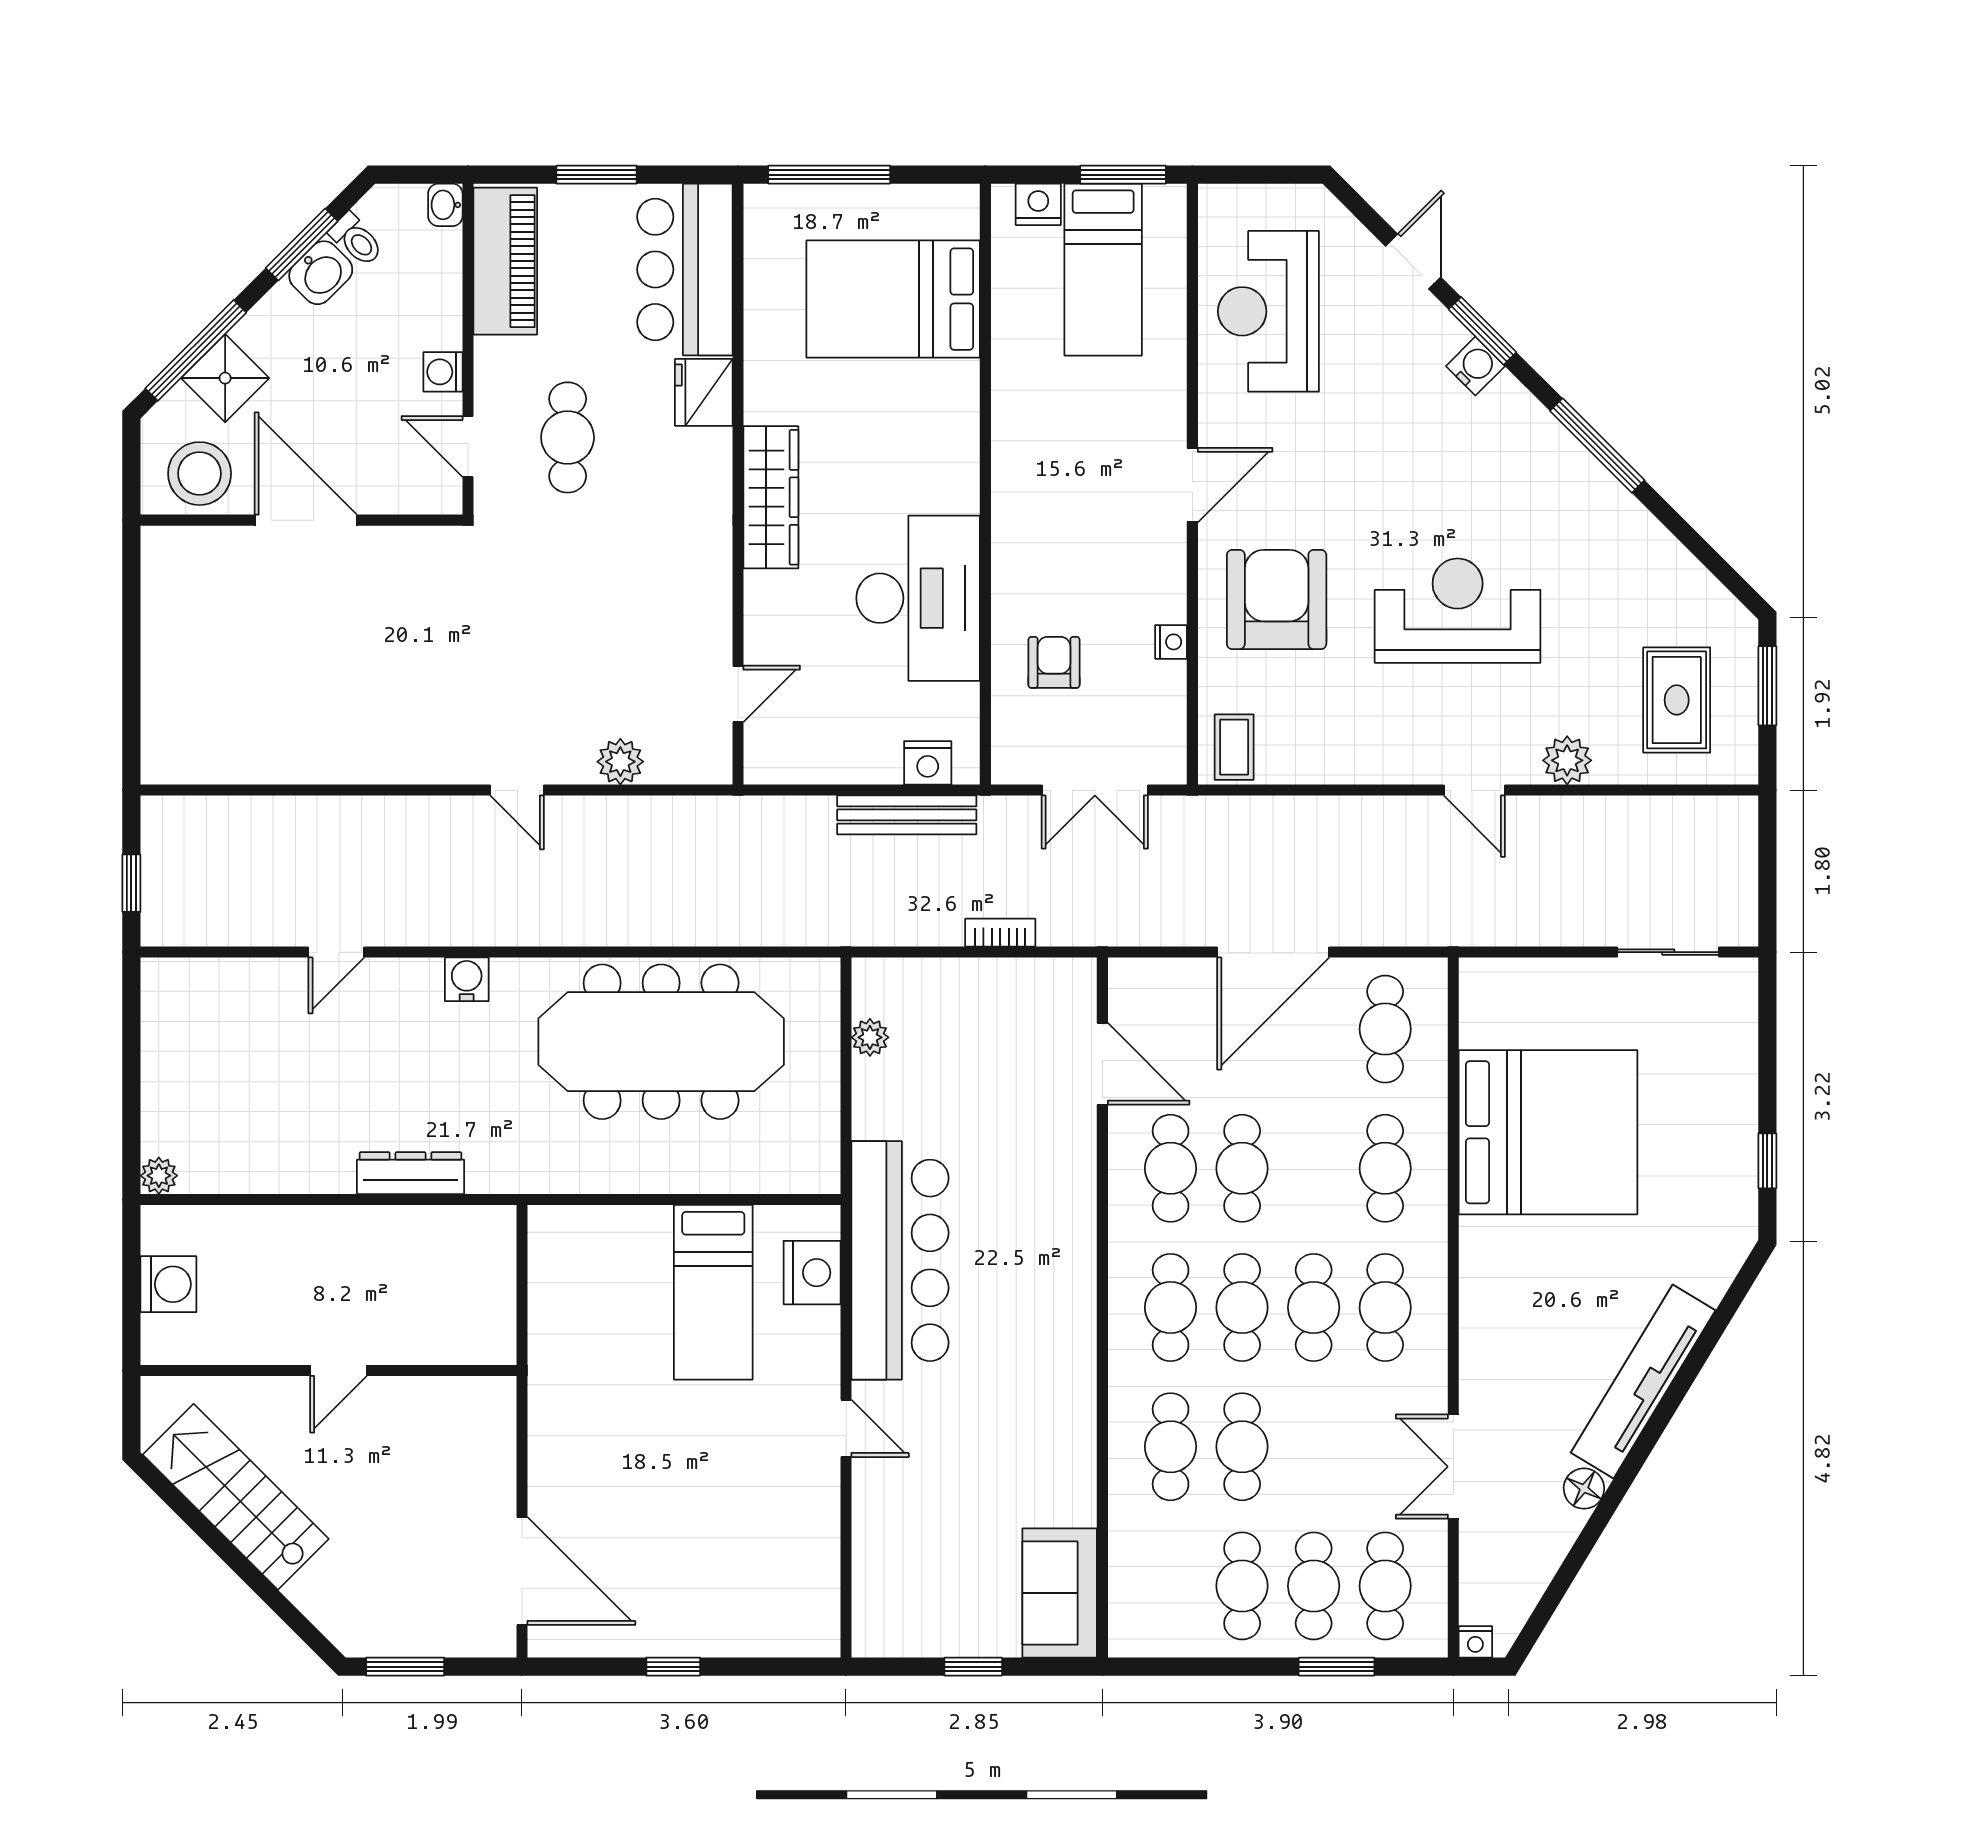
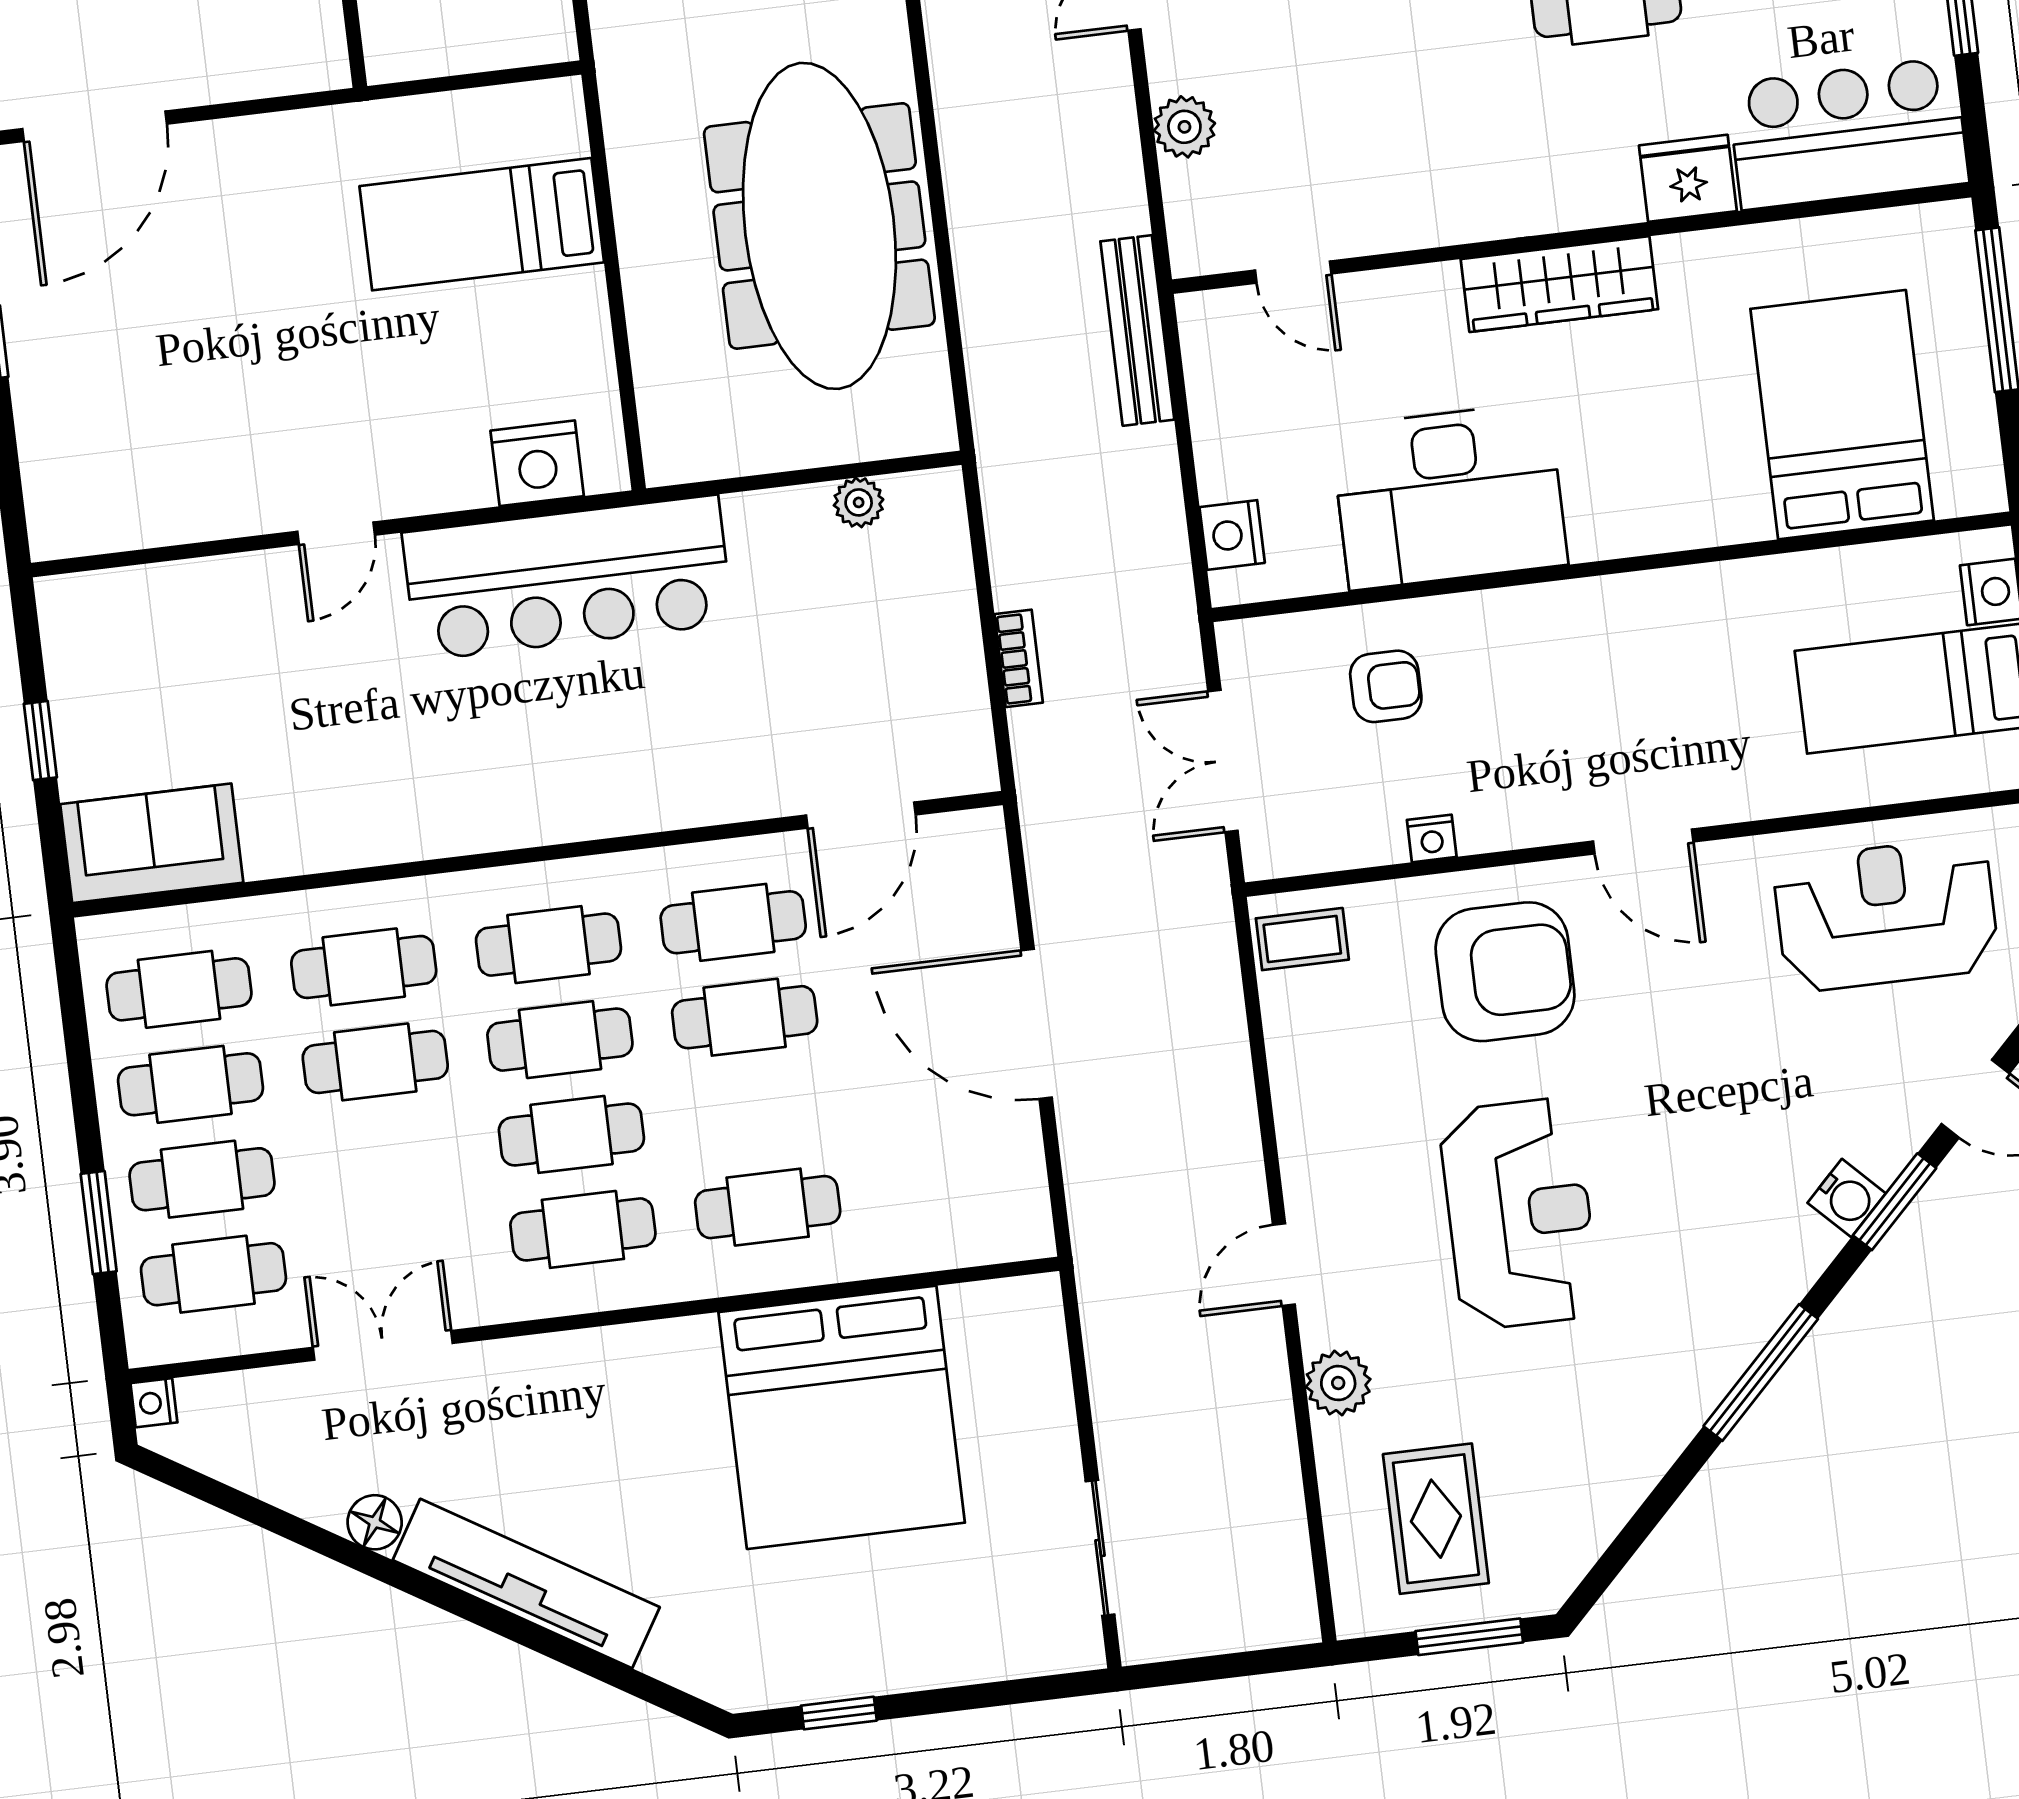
rug: (1677, 700) -> (1436, 1519), turned 90
bench: (907, 815) -> (1137, 330), moved
cafe table: (1385, 1029) -> (179, 989), moved
bed: (713, 1292) -> (482, 224), moved

